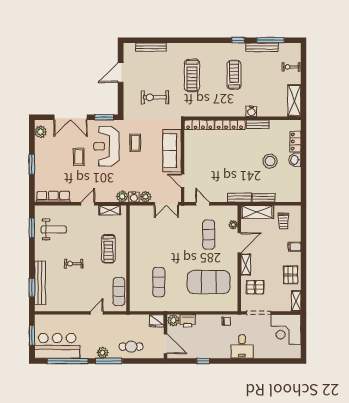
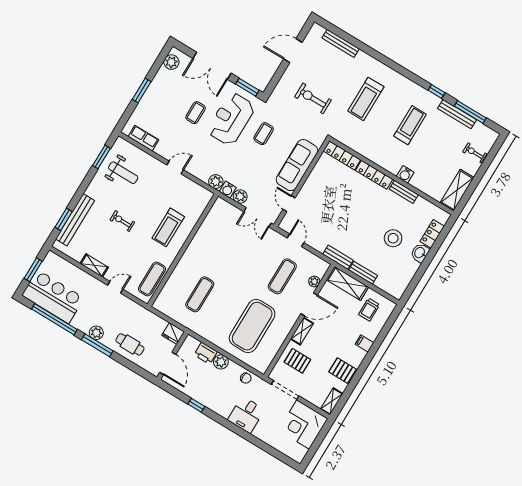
row of seats: (53, 197) -> (143, 138), width x0.68
shelving: (110, 210) -> (94, 265), moved
pallet: (291, 275) -> (343, 371), turned 90
exercise mat: (209, 282) -> (252, 326), turned 90
plant: (173, 320) -> (221, 362), moved

